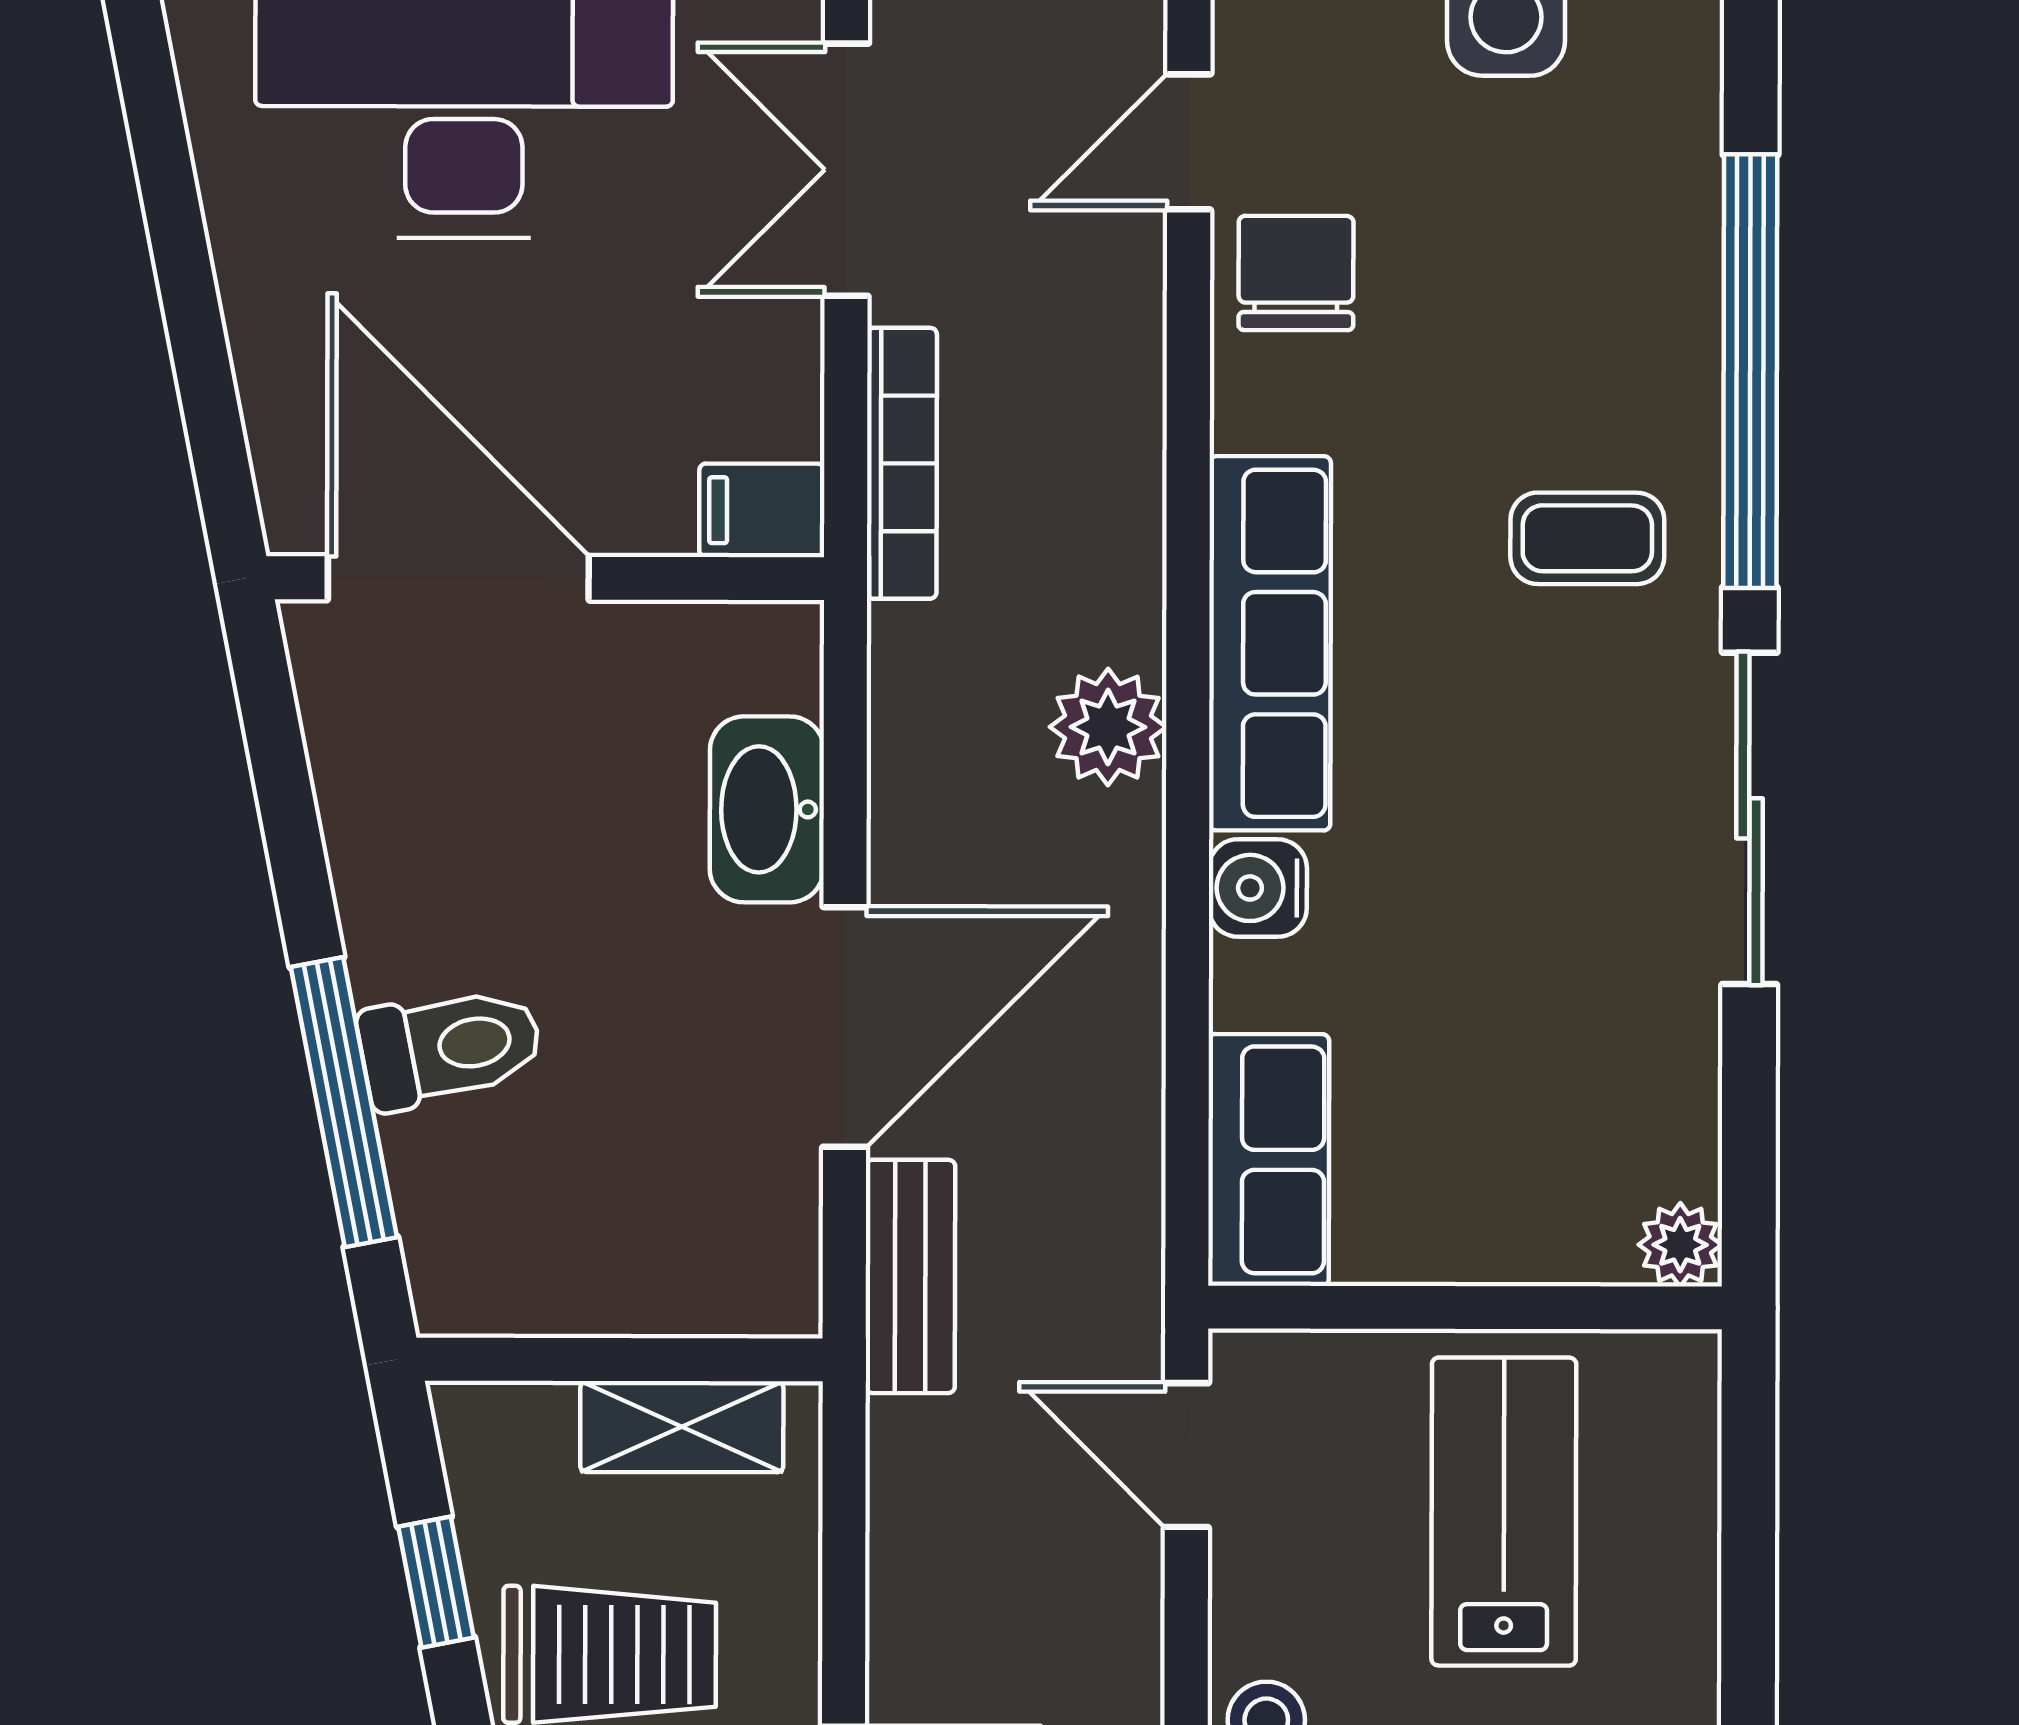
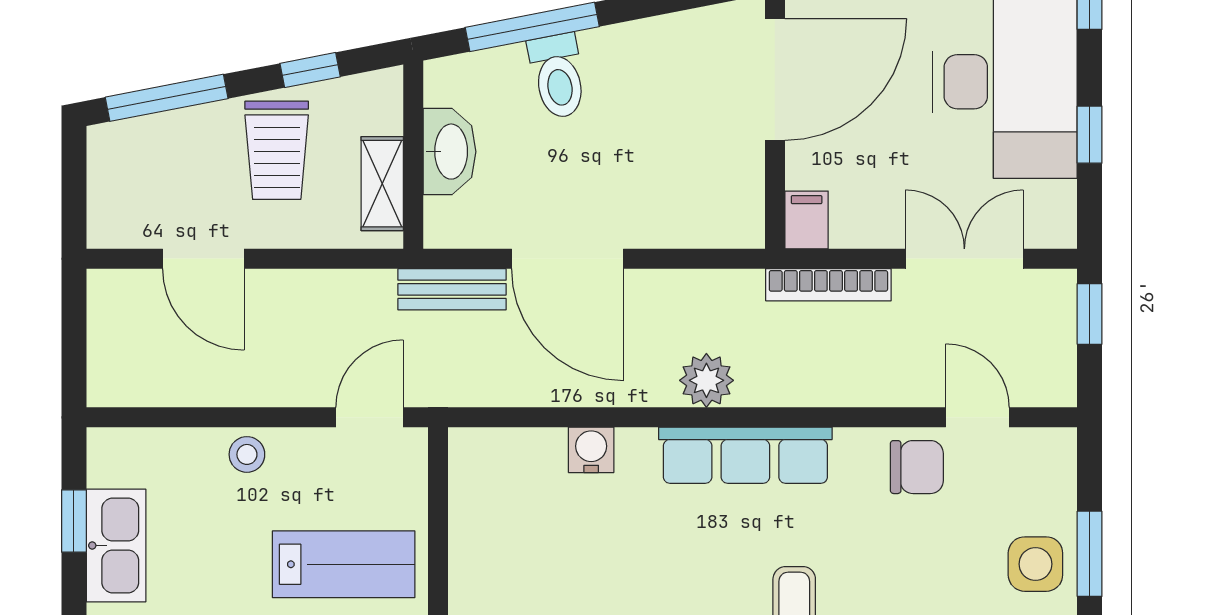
washbasin: (767, 809) -> (450, 152), moved, turned 90
water cooler: (1258, 888) -> (591, 450), moved
row of seats: (1269, 1160) -> (506, 455), removed

